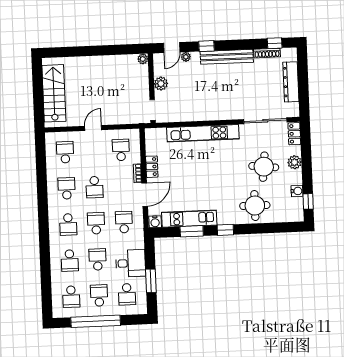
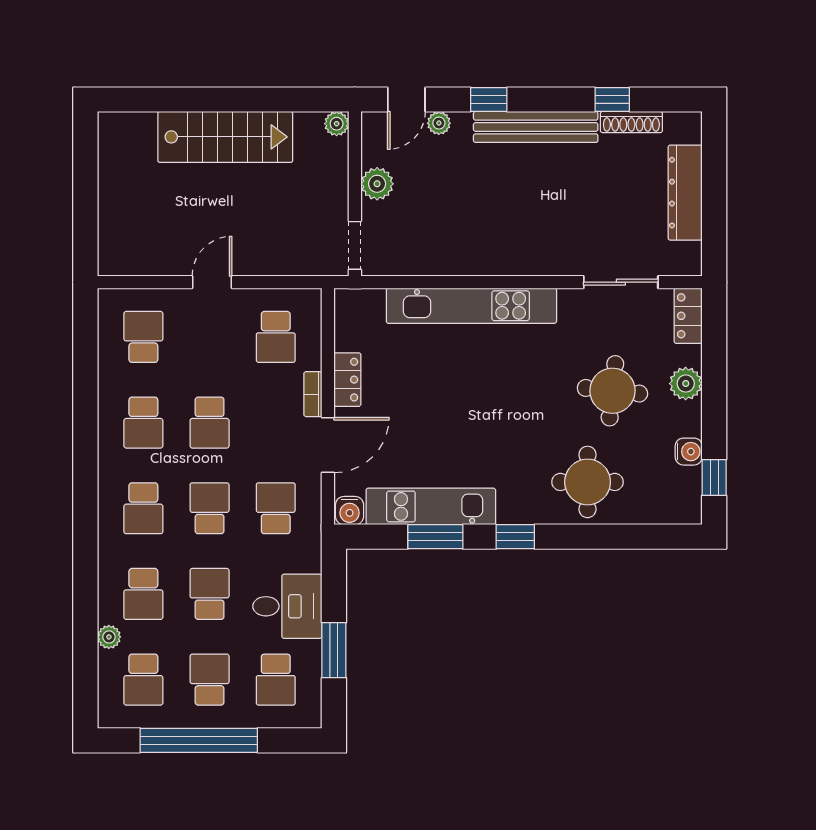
window: (275, 43) -> (612, 99), moved
stairs: (54, 93) -> (225, 137), moved, turned 90
sliding door: (265, 121) -> (621, 282), width x0.73
school desk: (121, 150) -> (276, 337), turned 180
school desk: (67, 188) -> (143, 423), turned 180
plant: (56, 279) -> (109, 637), added

